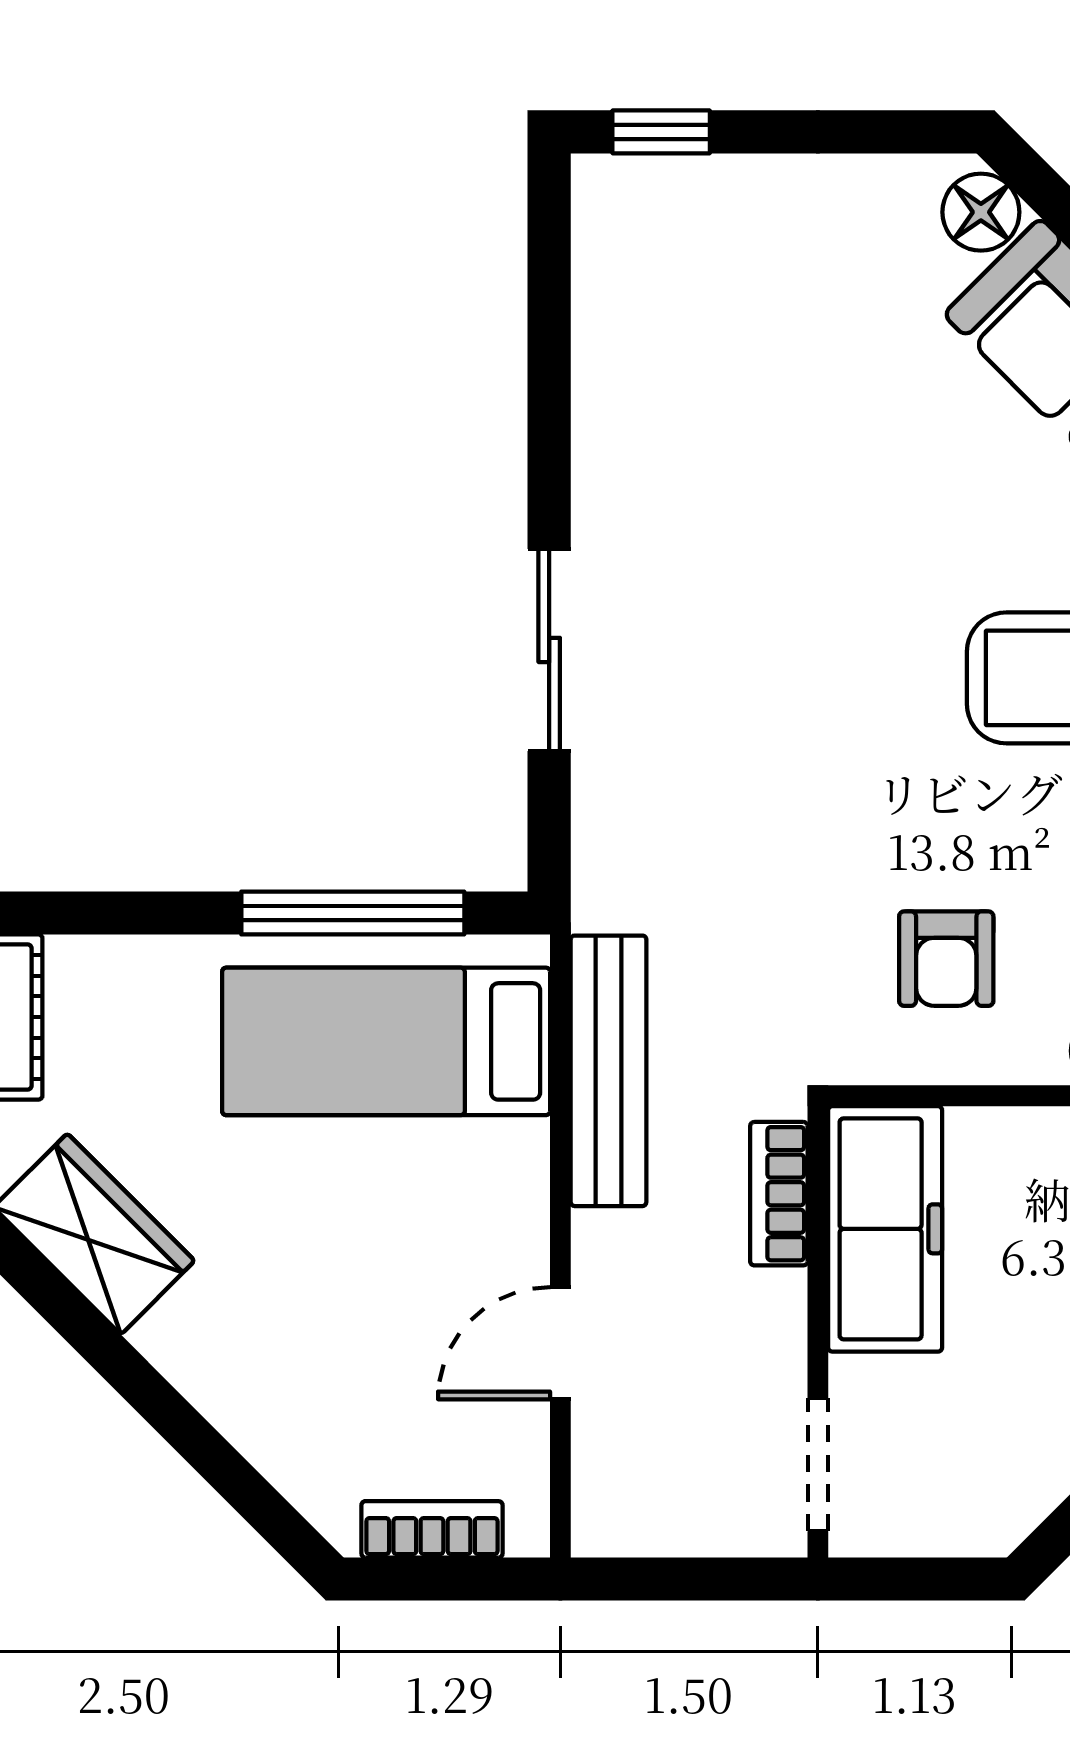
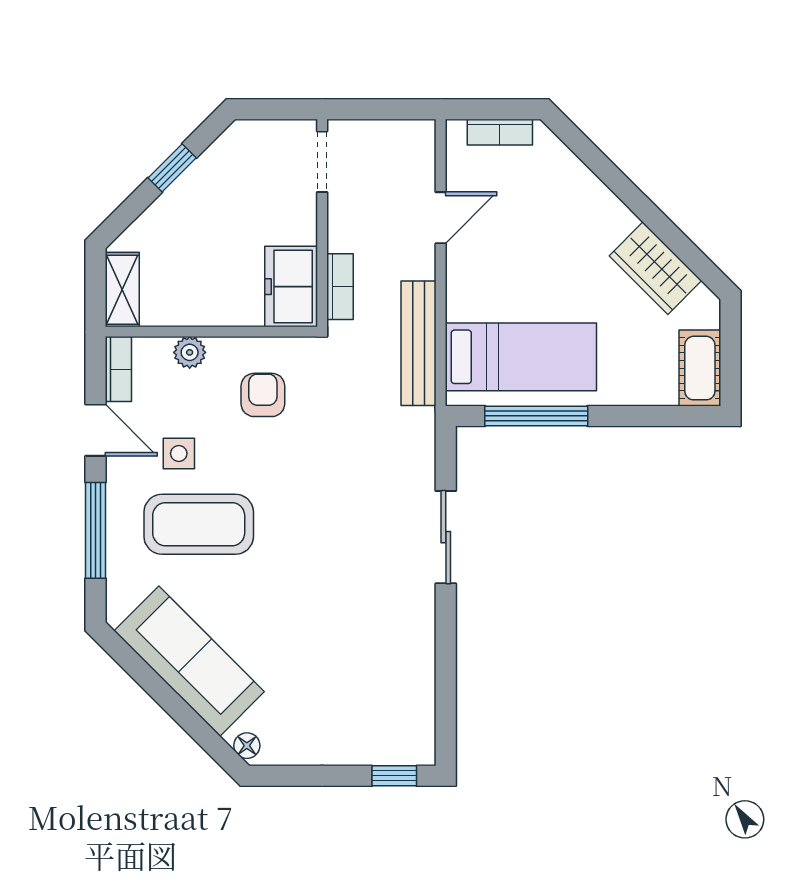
floor lamp: (981, 212) -> (247, 746), width x0.73, depth x0.73
freezer: (885, 1229) -> (291, 287), width x0.71

